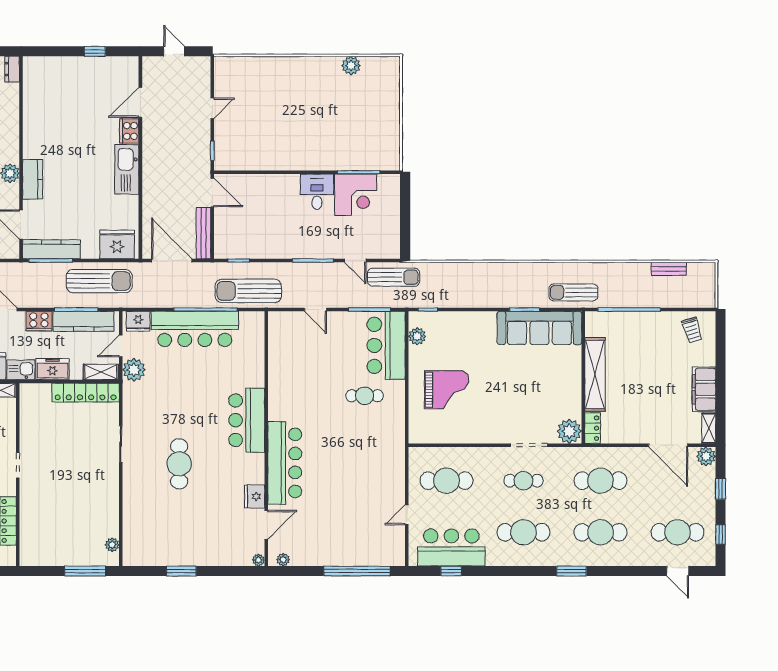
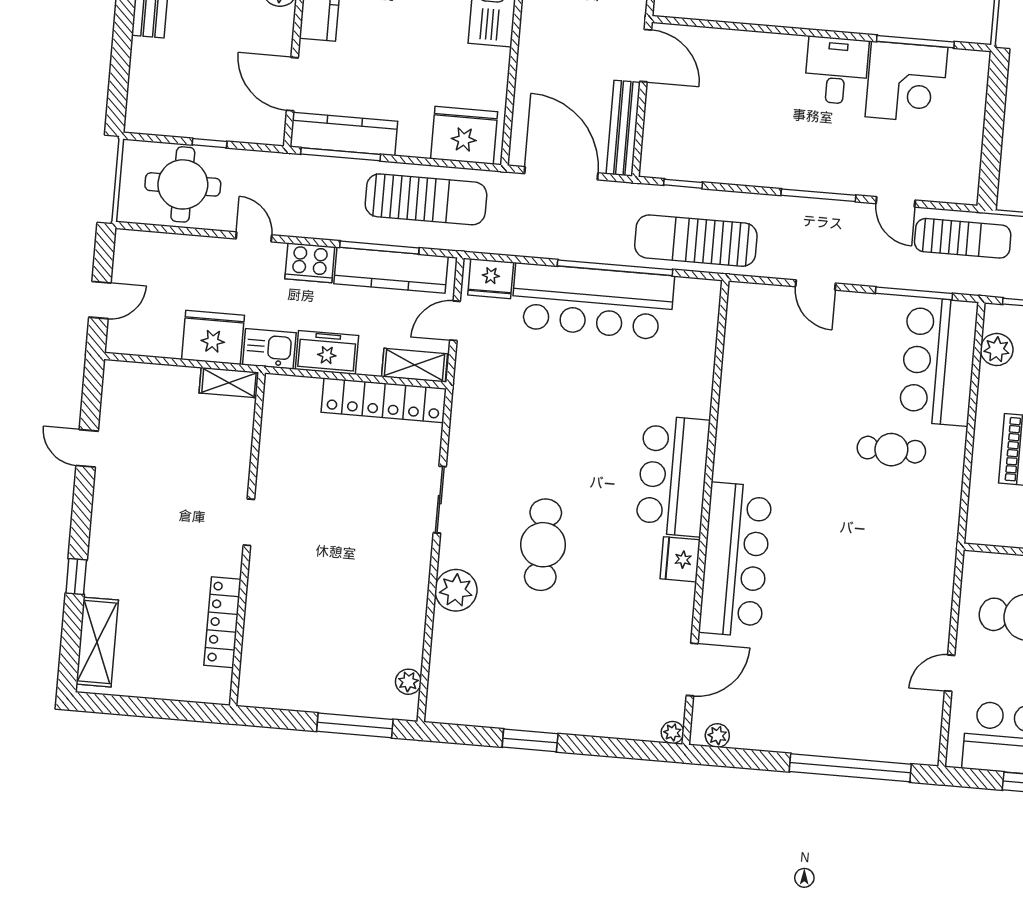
plant: (134, 370) -> (456, 590), moved
fridge: (255, 496) -> (680, 559), moved

